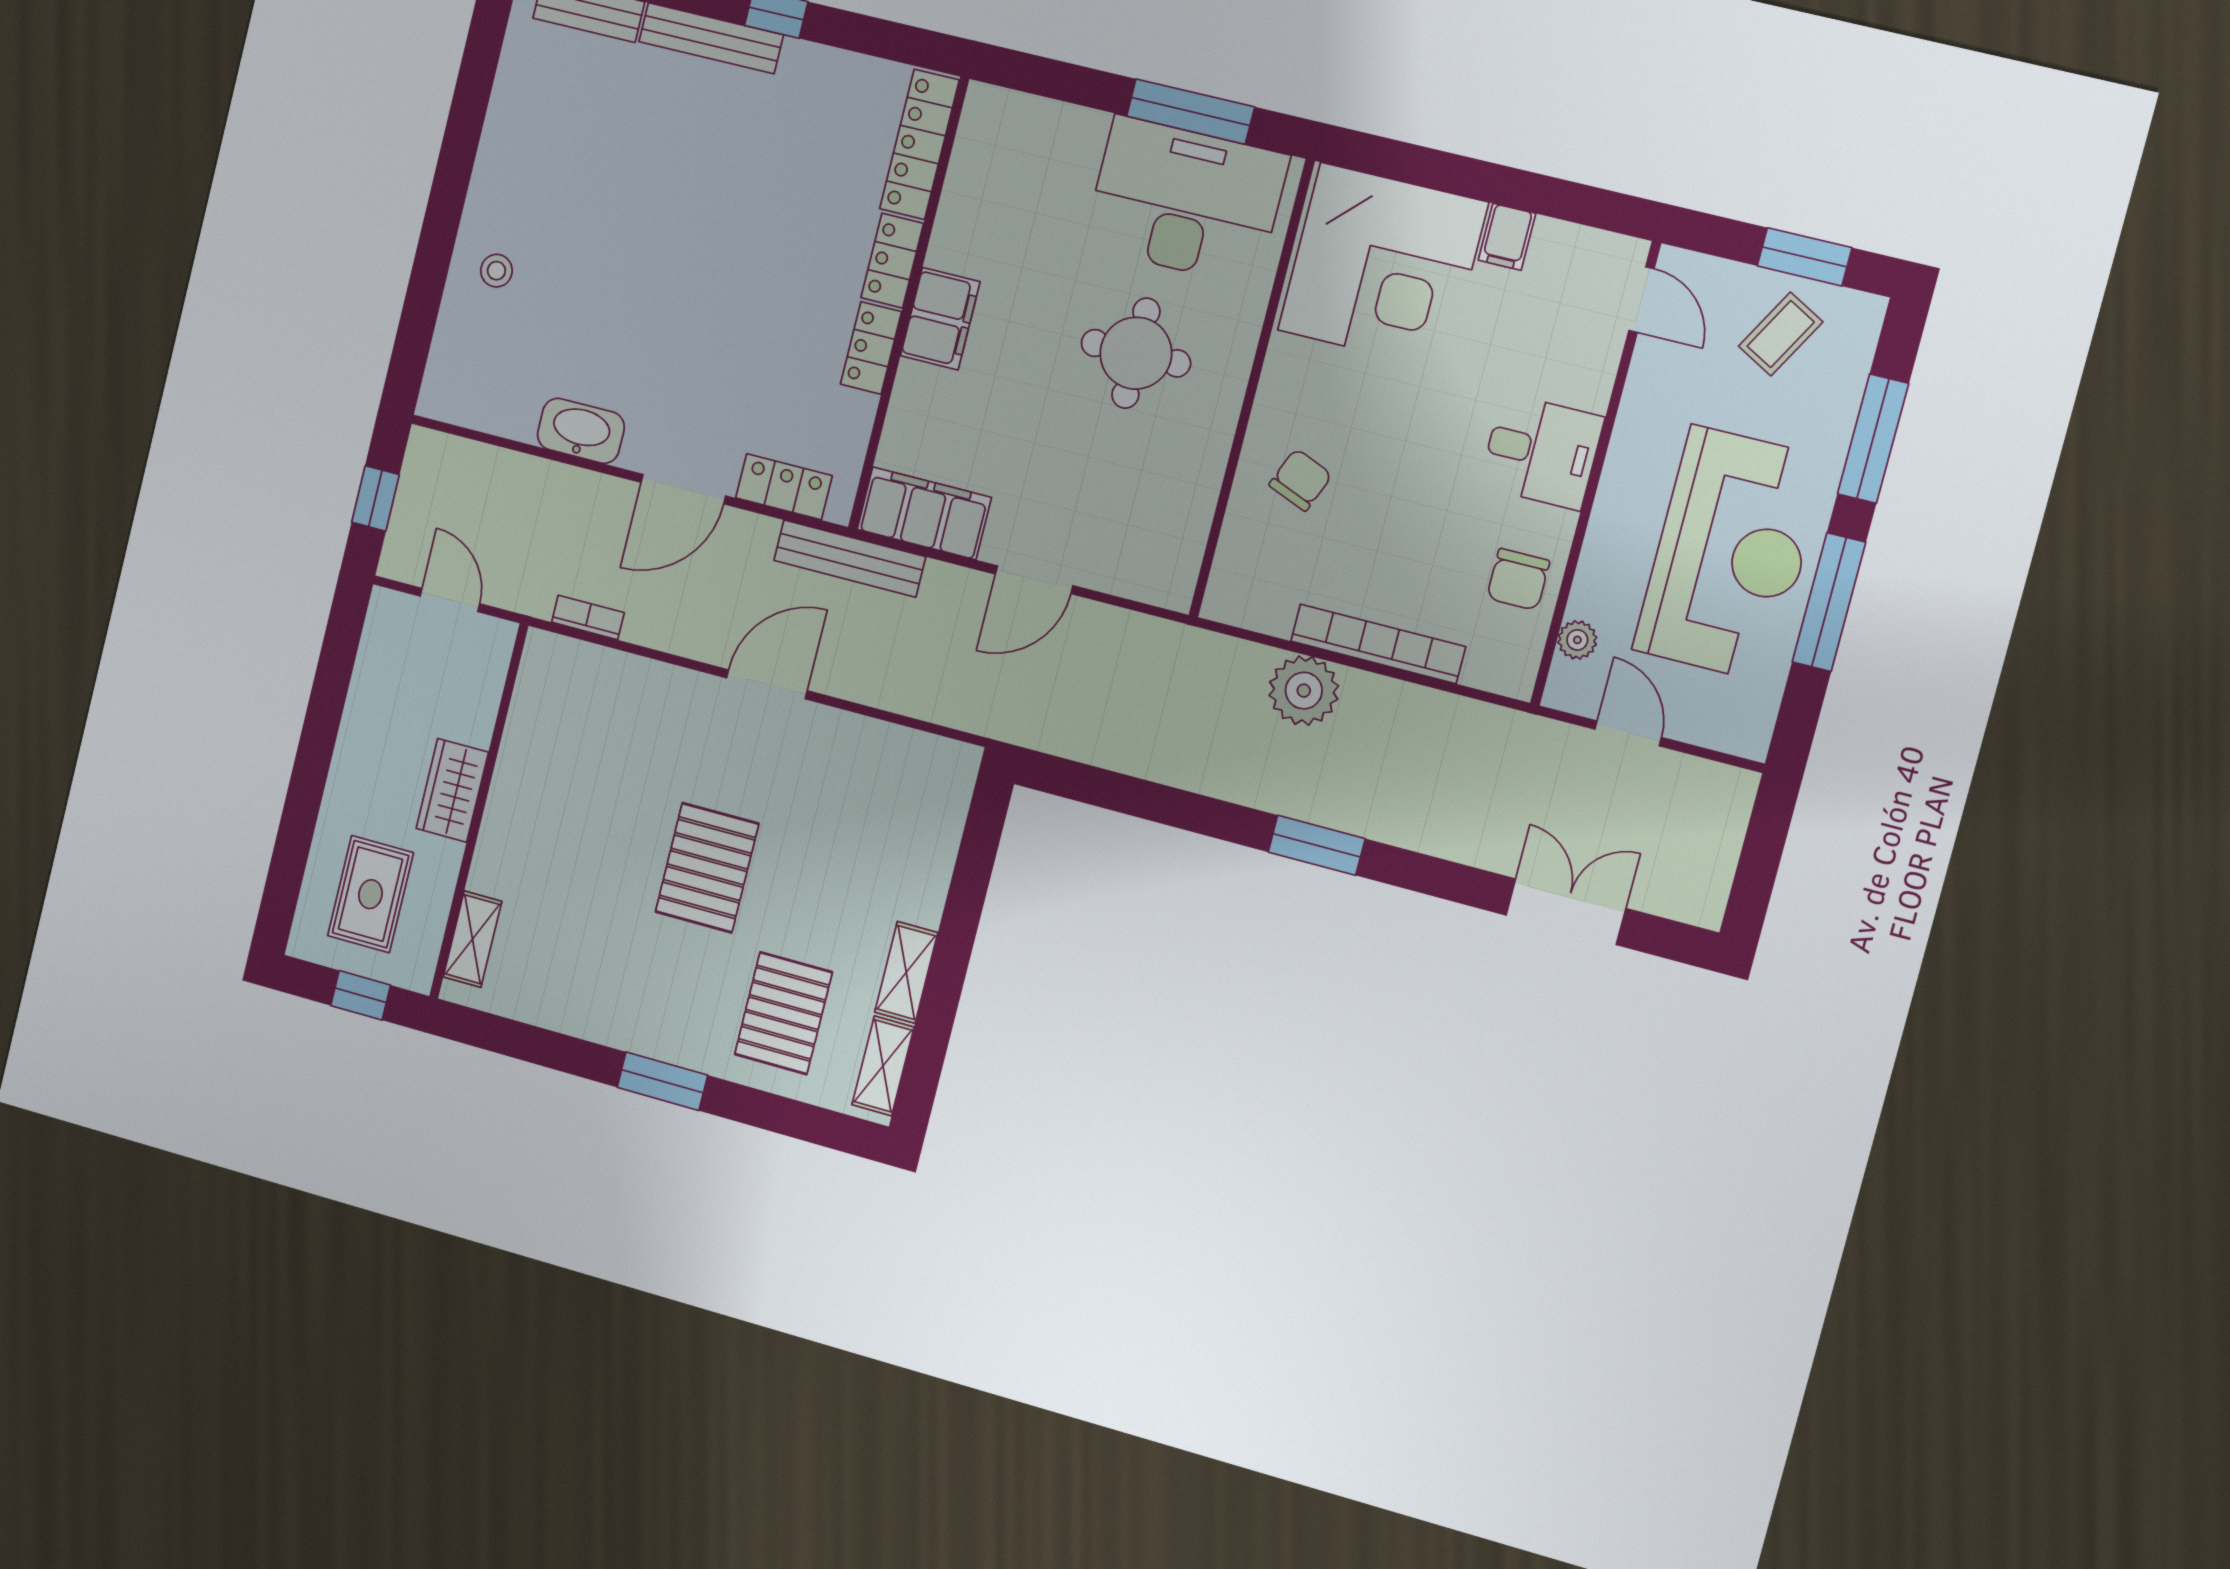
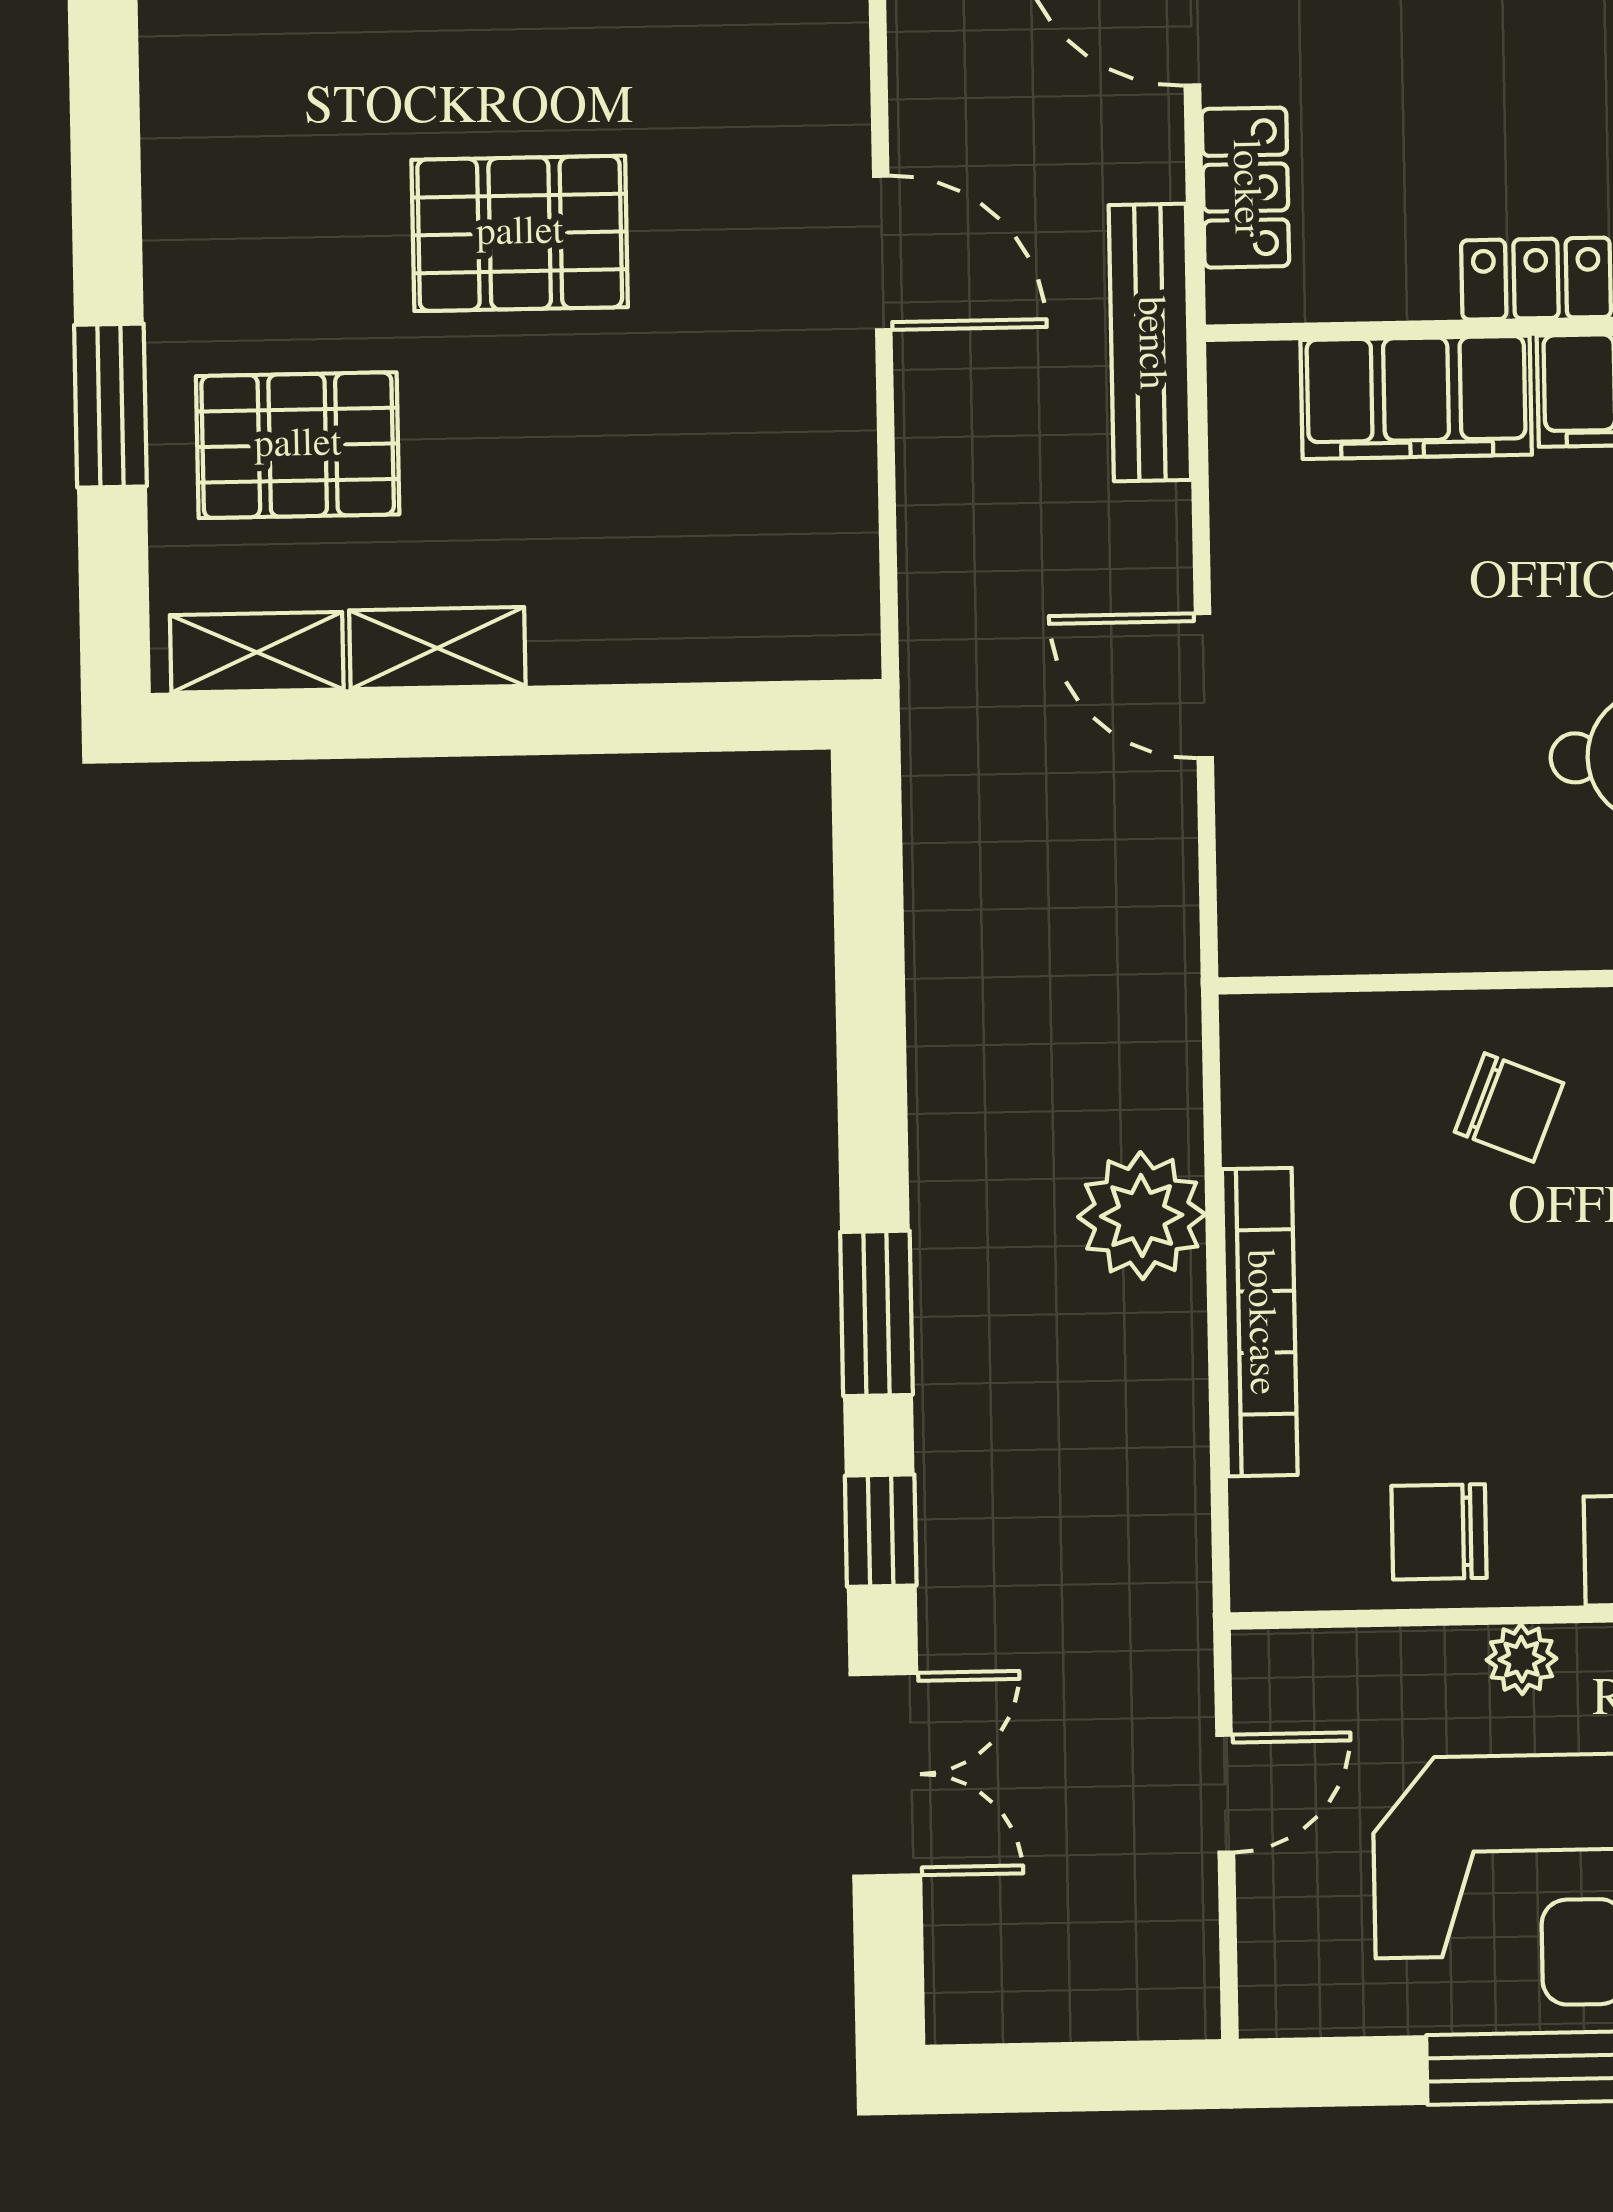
filing cabinet: (924, 513) -> (1416, 397), moved, turned 90
plant: (1577, 640) -> (1522, 1659), moved
window: (1433, 876) -> (881, 1531), added
window: (662, 1081) -> (110, 406), moved

